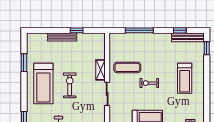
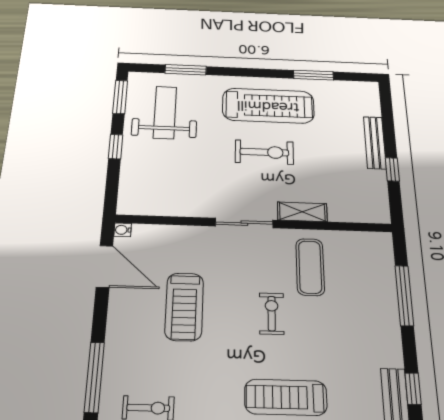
treadmill: (43, 83) -> (268, 106), turned 180

